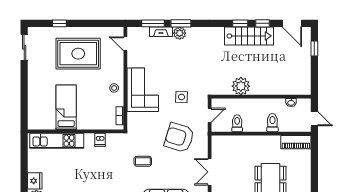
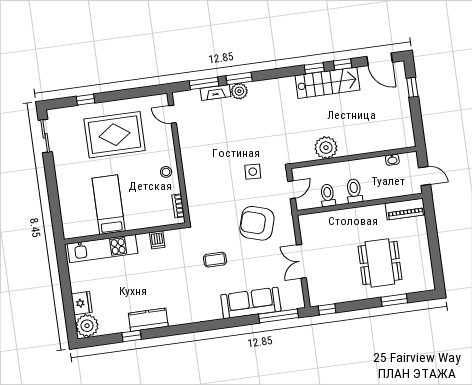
corner sofa: (143, 90) -> (202, 169), removed
toilet: (272, 123) -> (354, 191), moved

